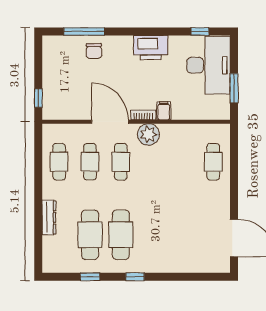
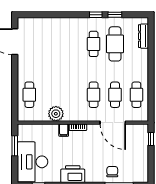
door: (110, 122) -> (113, 123), moved
plant: (148, 134) -> (56, 114), moved
dresser: (49, 217) -> (143, 36), moved
cafe table: (121, 235) -> (94, 44), width x0.73, depth x0.74
window: (135, 277) -> (96, 15), moved

